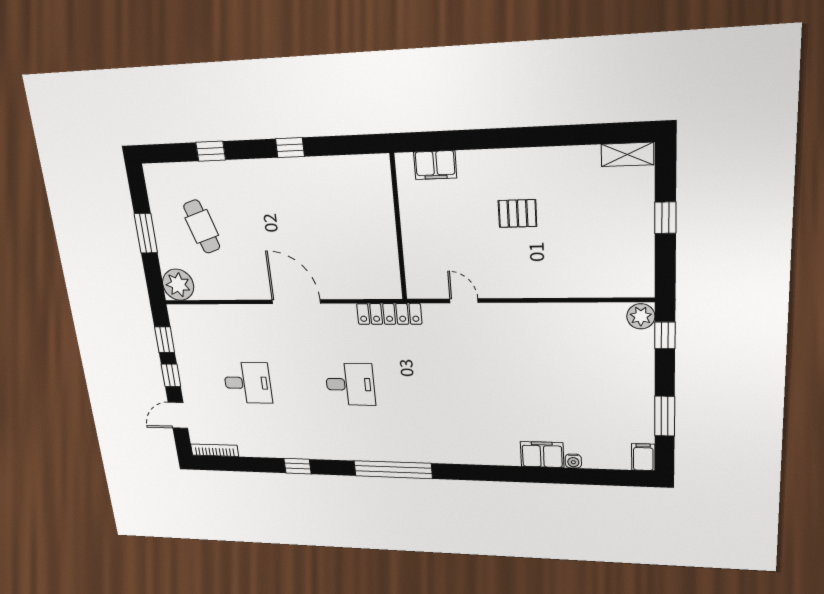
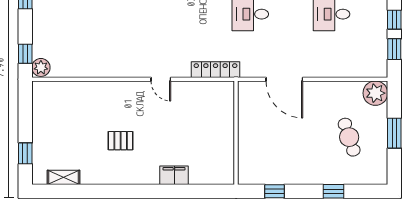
shelving: (627, 154) -> (63, 177), moved
window: (665, 218) -> (25, 153), moved
wall: (398, 228) -> (236, 133), moved

